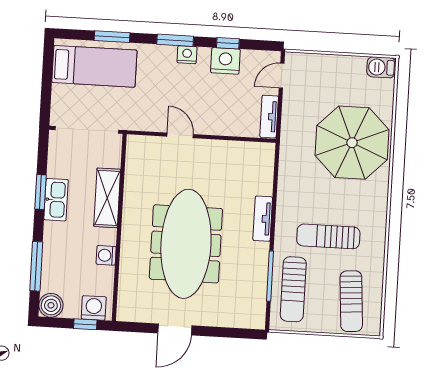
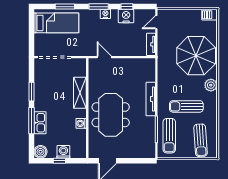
shelving: (107, 198) -> (80, 93), moved
plant: (376, 199) -> (211, 85), added
kitchen sink: (56, 200) -> (40, 123), moved
tv unit: (263, 219) -> (151, 99), width x1.41
wall: (119, 228) -> (87, 108), moved
meeting table: (186, 244) -> (111, 115), width x0.73
washing machine: (106, 255) -> (81, 123), moved
window: (36, 266) -> (31, 121), moved

